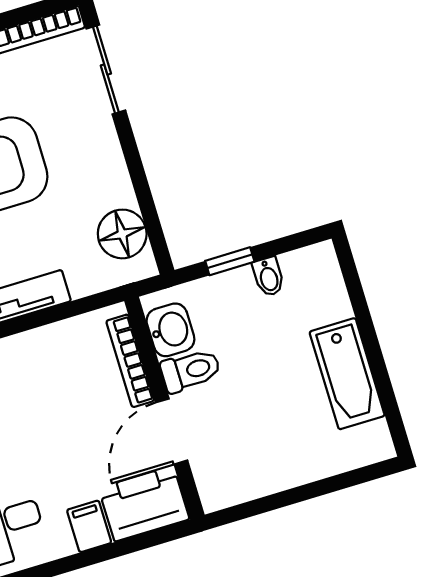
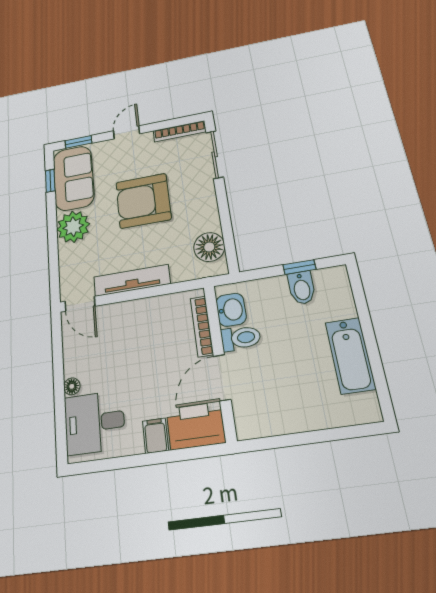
window: (230, 261) -> (299, 267), moved
bidet: (268, 277) -> (302, 288), width x1.38, depth x1.36

